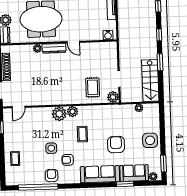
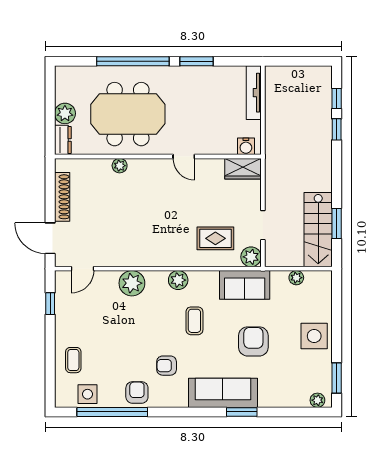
window: (159, 35) -> (337, 129), moved
dresser: (54, 48) -> (149, 166), removed
wardrobe: (107, 48) -> (243, 169), added
window: (160, 62) -> (337, 224), moved
rug: (93, 87) -> (215, 238), turned 90
plant: (59, 114) -> (132, 283), moved
side table: (51, 148) -> (88, 394), moved
sofa: (134, 173) -> (245, 285), moved, turned 180
window: (125, 184) -> (242, 412), moved

